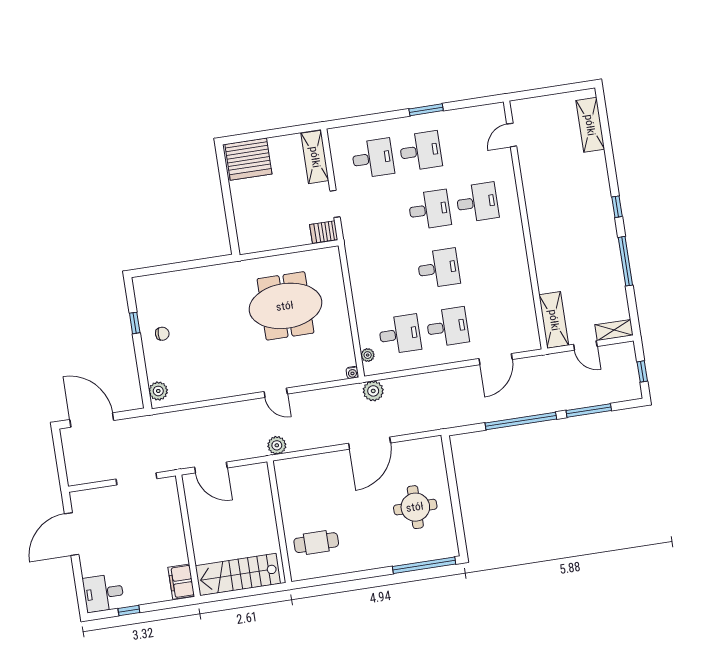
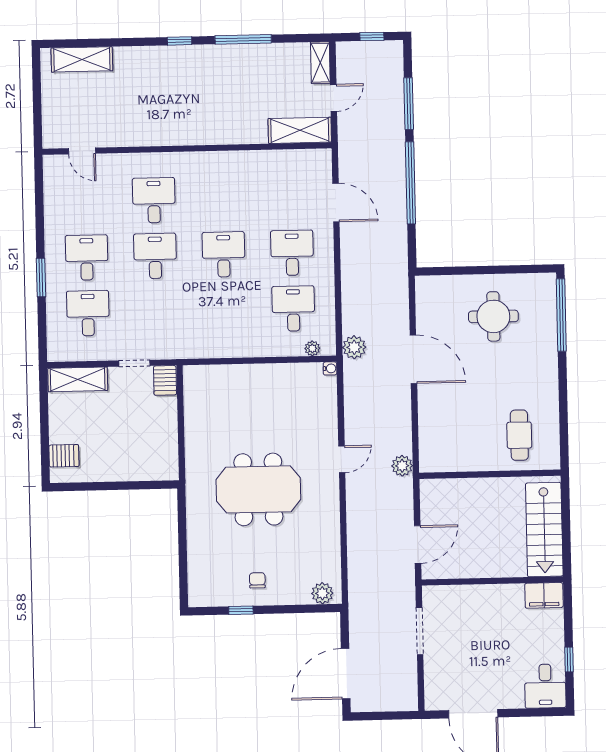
window: (426, 110) -> (41, 277), moved
server rack: (248, 159) -> (64, 456), width x0.46, depth x0.70
meeting table: (285, 306) -> (258, 489), moved, turned 90

